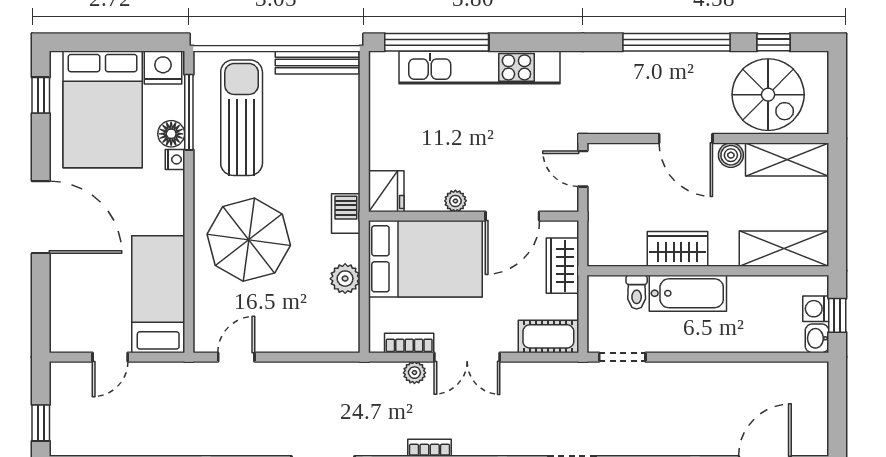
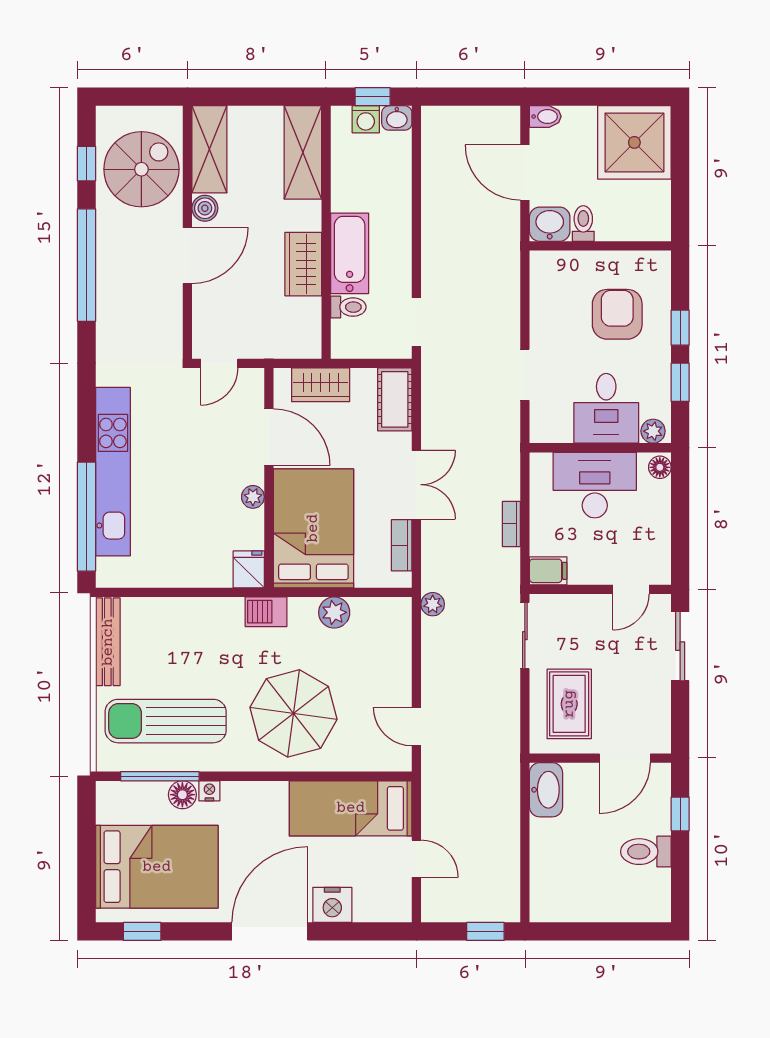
nightstand: (163, 68) -> (332, 905), moved, turned -90
fridge: (386, 191) -> (249, 569), width x0.72
plant: (414, 373) -> (433, 604), moved

